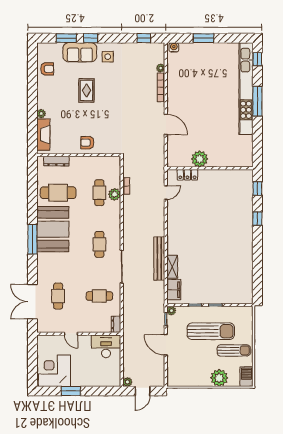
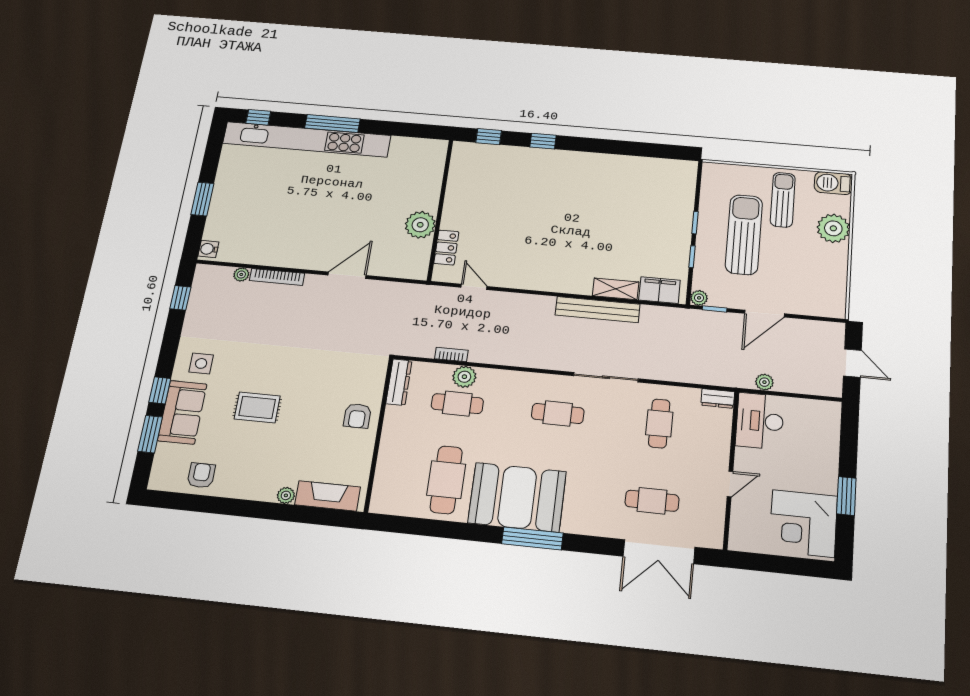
dresser: (56, 161) -> (399, 382), moved
plant: (127, 382) -> (764, 382), moved

